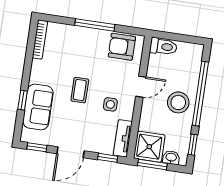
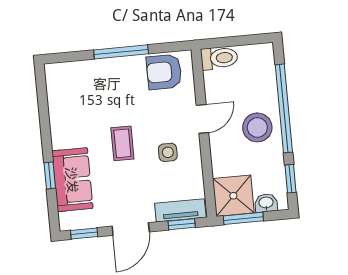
bookcase: (40, 40) -> (53, 89), removed
tv unit: (123, 138) -> (180, 210), moved, turned 90

